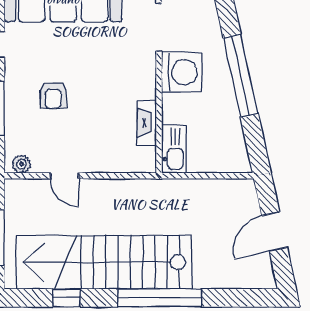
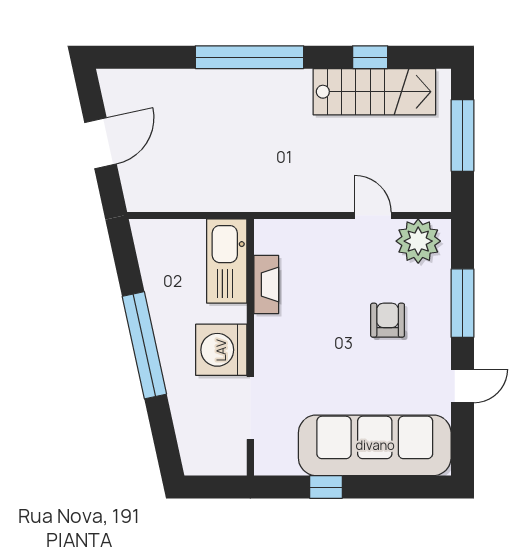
kitchen sink: (174, 149) -> (227, 261), width x1.36, depth x1.24
plant: (21, 164) -> (418, 241), width x1.88, depth x1.88
stairs: (104, 262) -> (374, 92), width x0.54, depth x0.66

